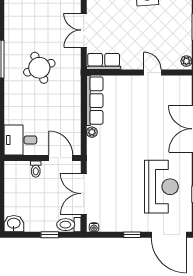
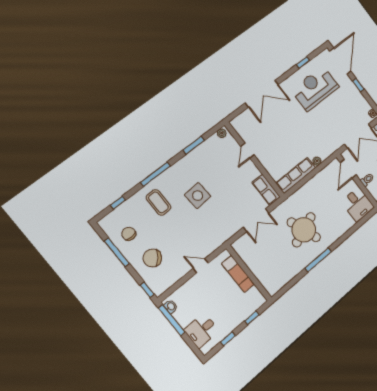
round table: (39, 68) -> (304, 230), width x1.36, depth x1.36

